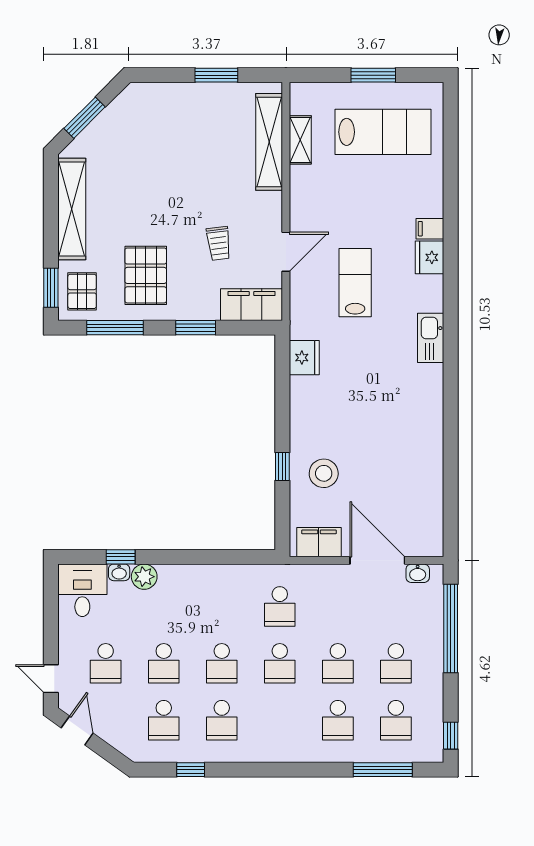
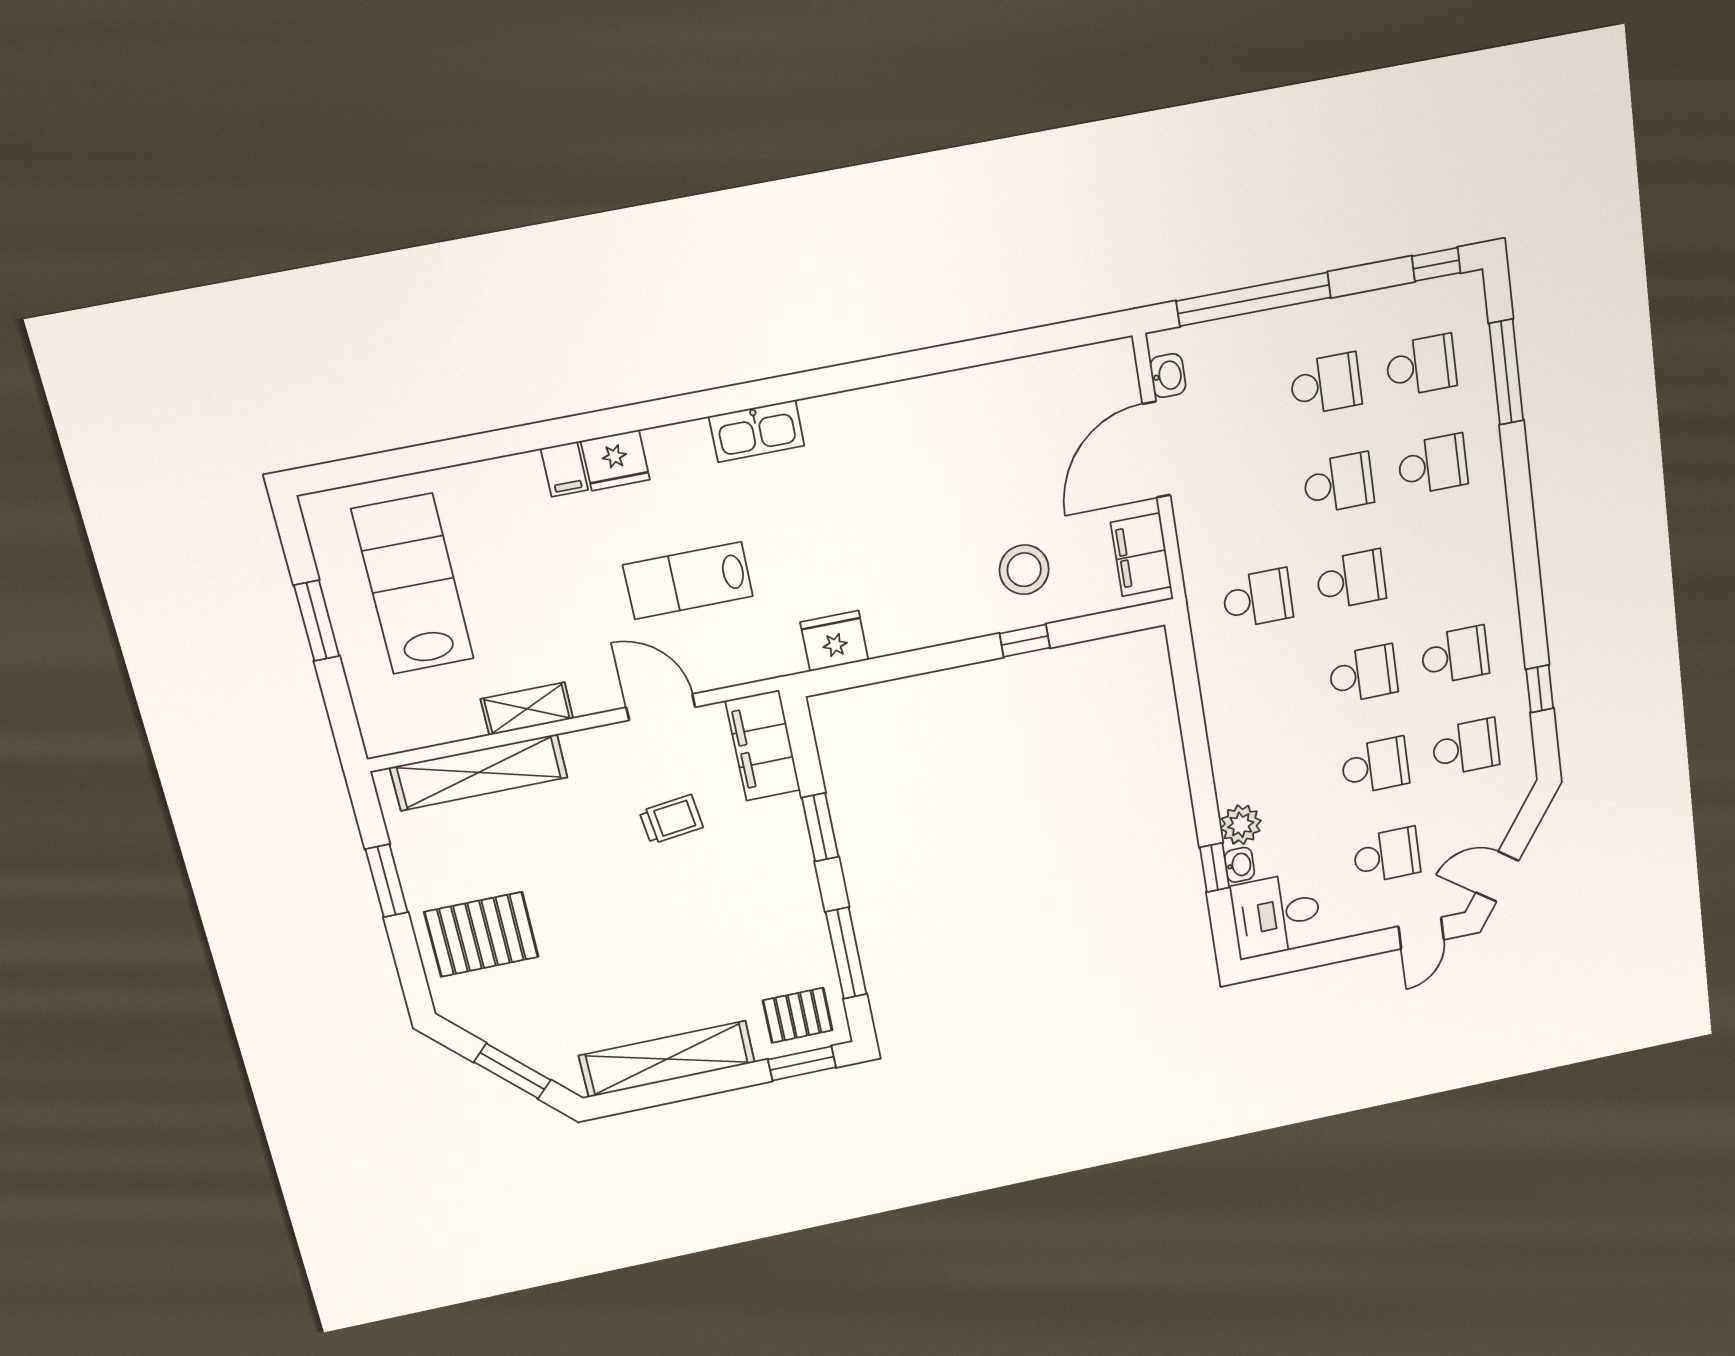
shelving: (300, 140) -> (527, 709), moved
pallet: (146, 275) -> (481, 934), moved

